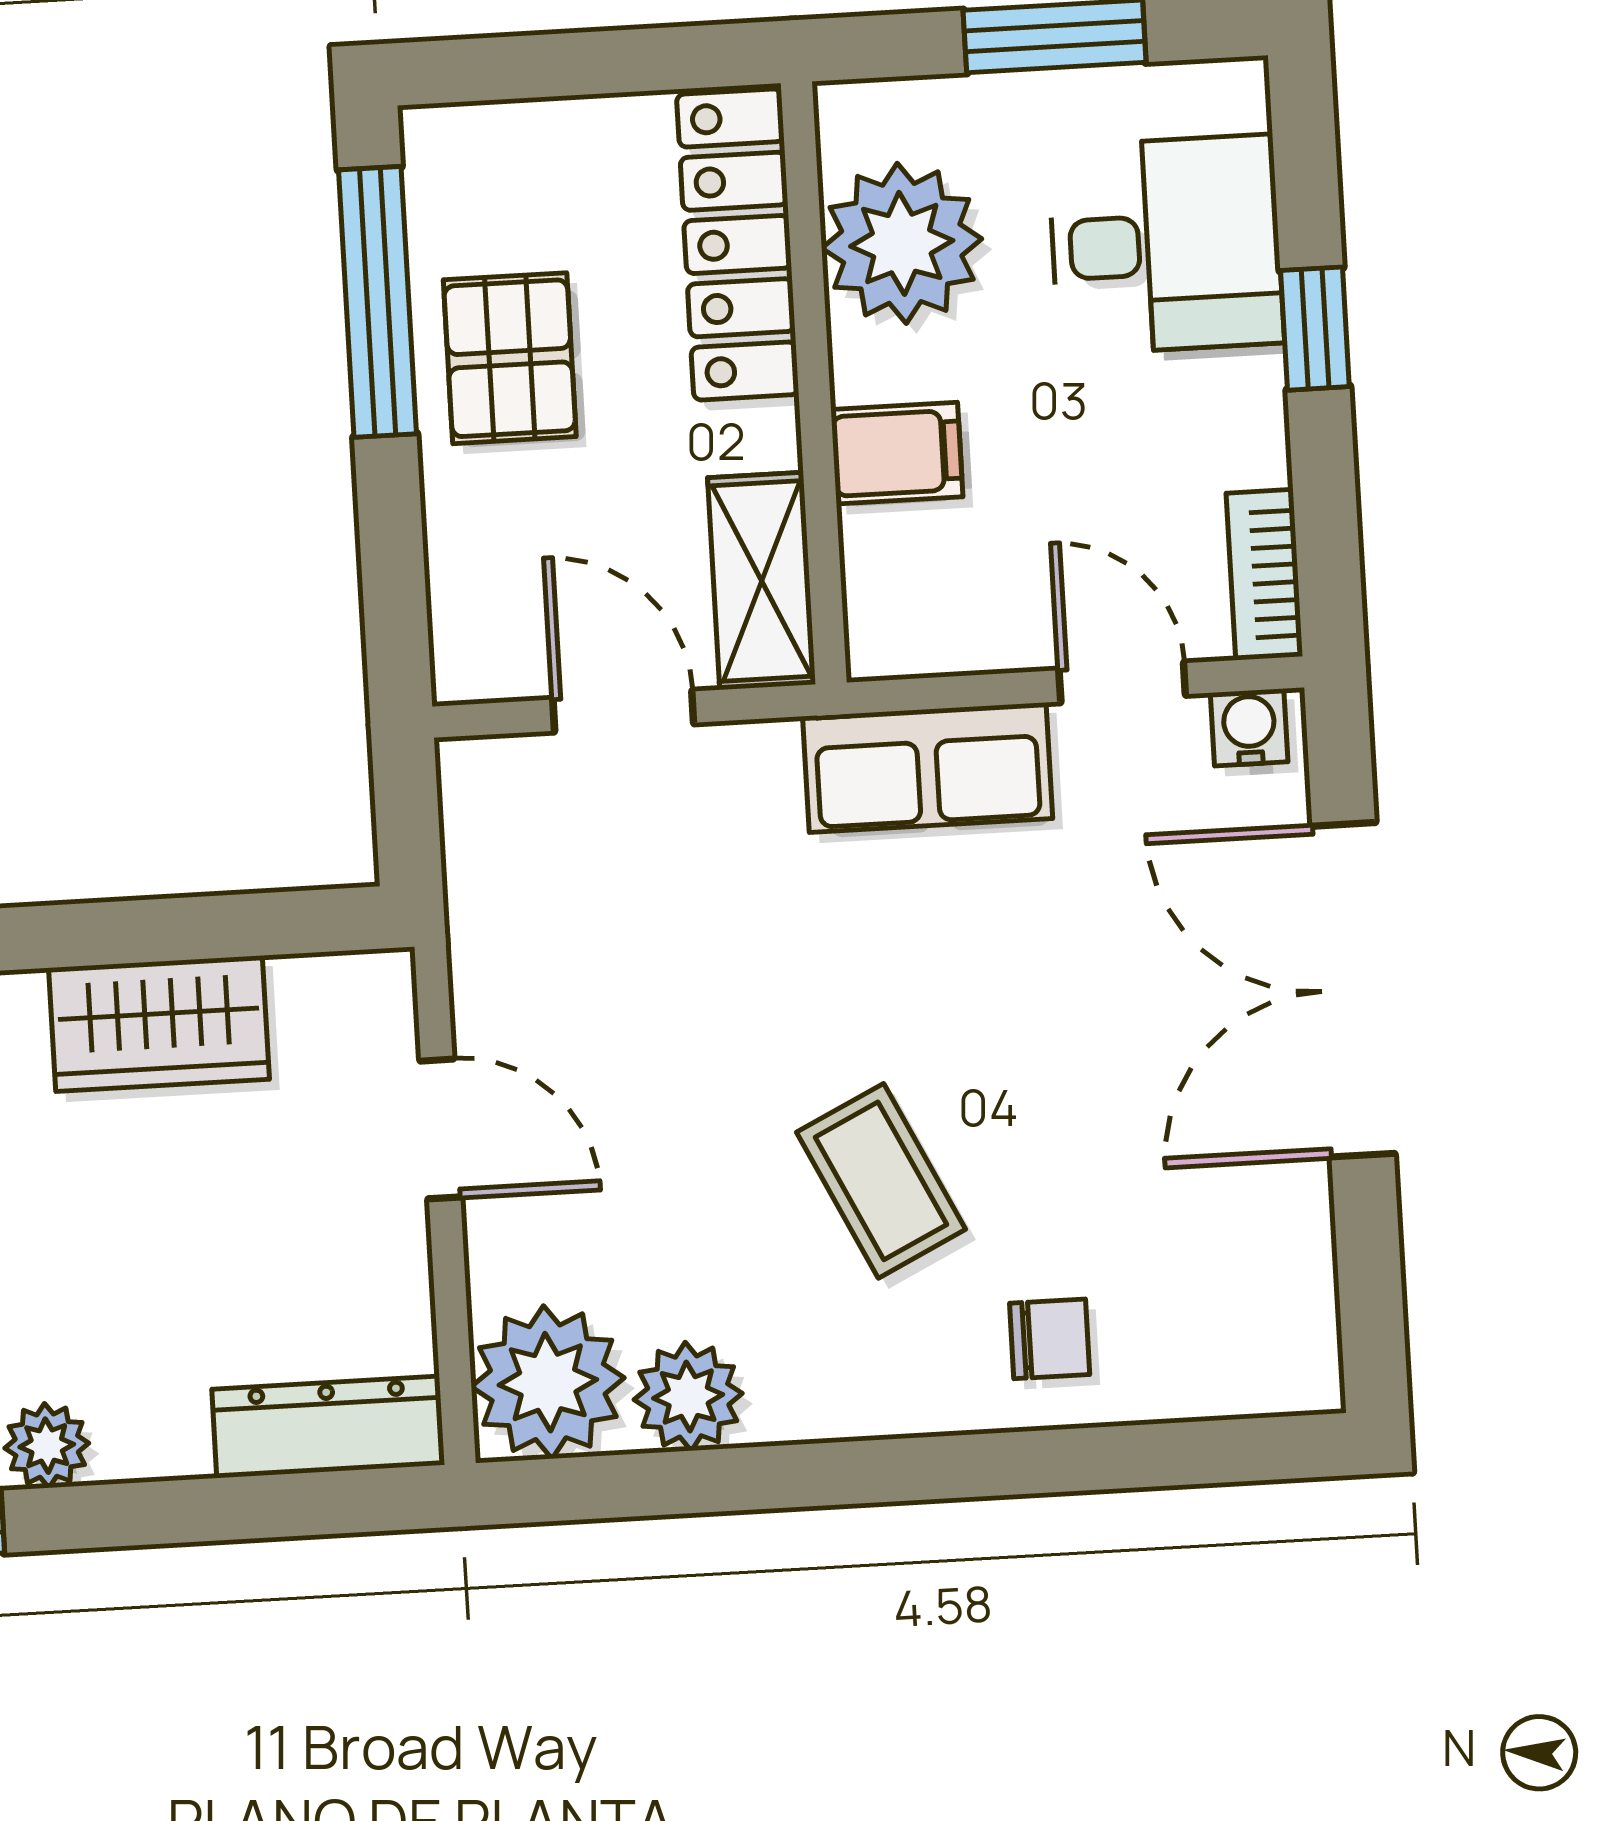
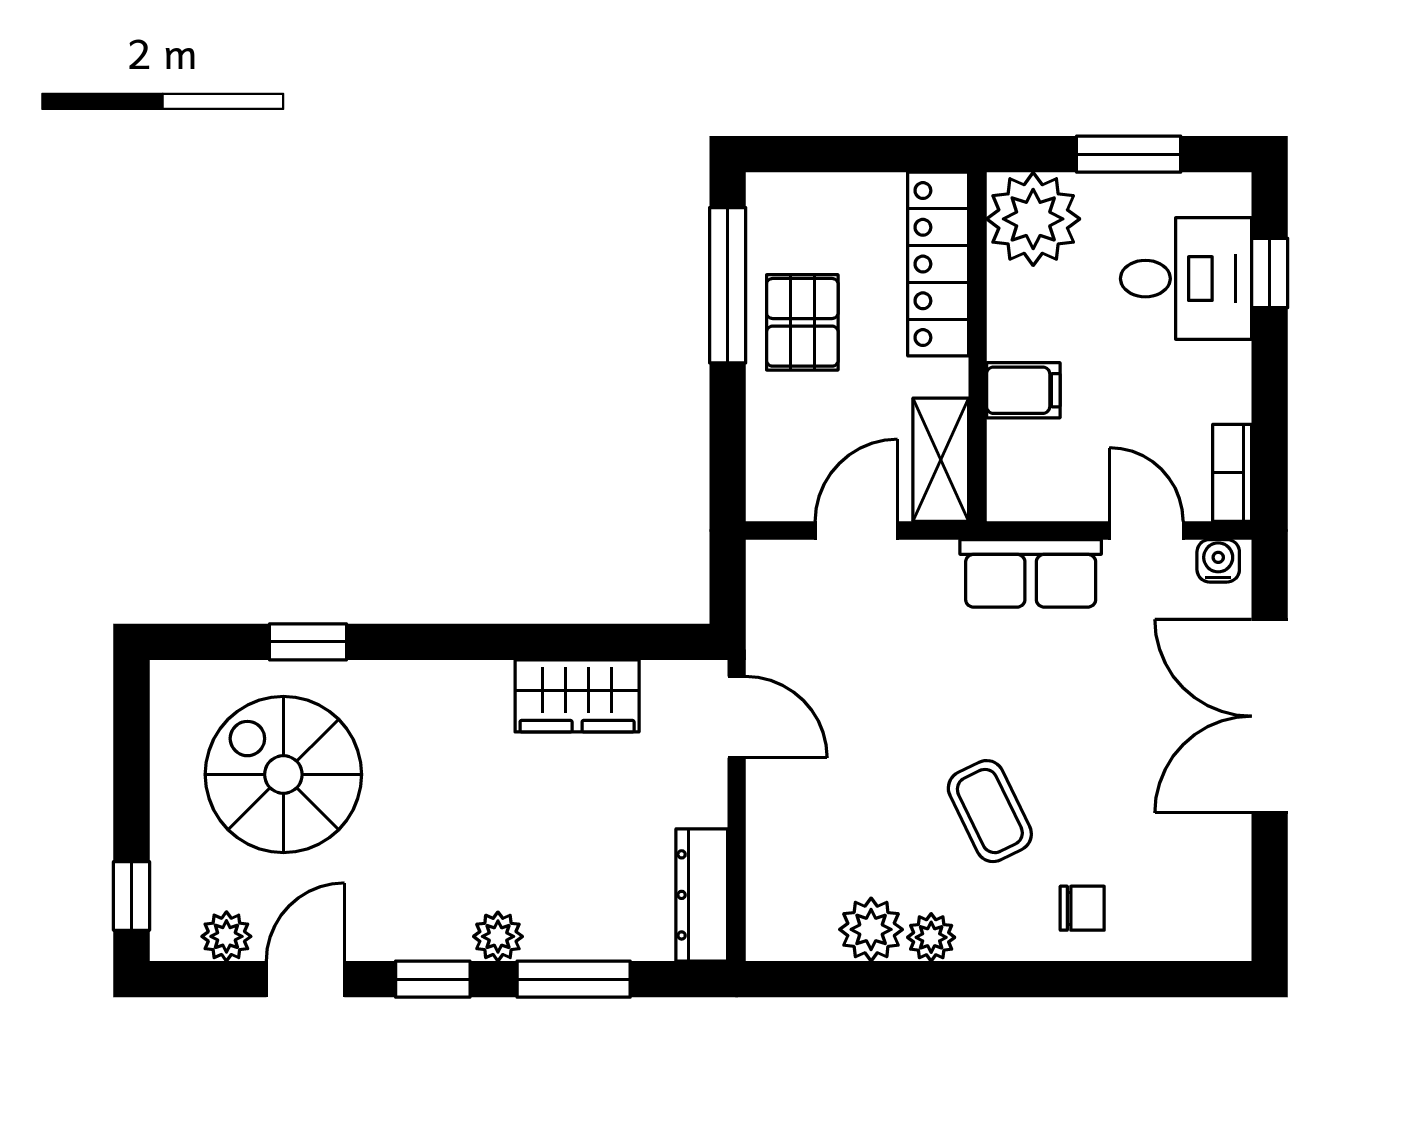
plant: (902, 243) -> (1033, 219), moved
window: (1315, 329) -> (1270, 273), moved
door: (623, 711) -> (856, 530), hinge flipped
door: (441, 1129) -> (737, 717), moved
plant: (548, 1382) -> (931, 937), moved, width x0.53, depth x0.53
dresser: (328, 1427) -> (702, 895), moved, turned -90
window: (181, 1511) -> (574, 979), added

